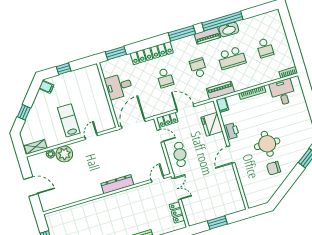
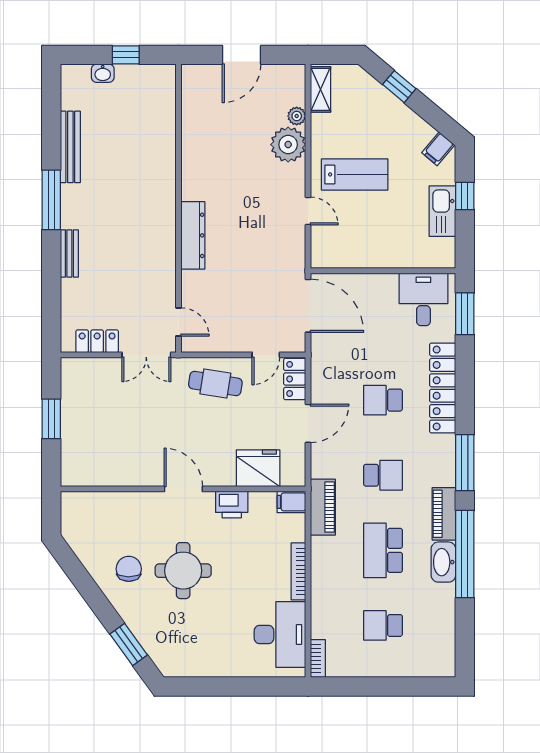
kitchen sink: (73, 77) -> (442, 211), added
desk: (119, 86) -> (423, 299), moved
desk: (283, 92) -> (280, 635), width x1.37

